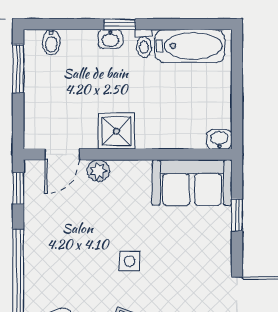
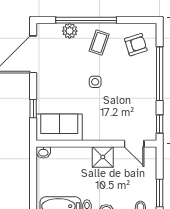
door: (62, 154) -> (134, 144), swing flipped
plant: (98, 171) -> (113, 134), removed

